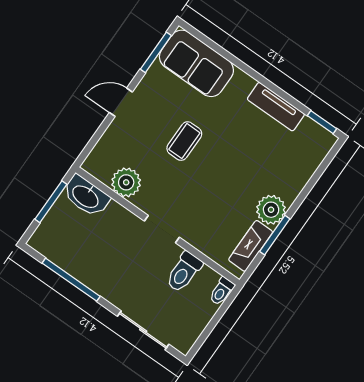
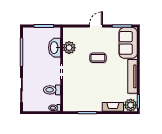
door: (121, 102) -> (96, 26), hinge flipped
tv unit: (276, 107) -> (133, 76), width x1.41
washbasin: (86, 196) -> (54, 48), moved
plant: (271, 210) -> (131, 105), moved
fireplace: (251, 246) -> (113, 107), moved

